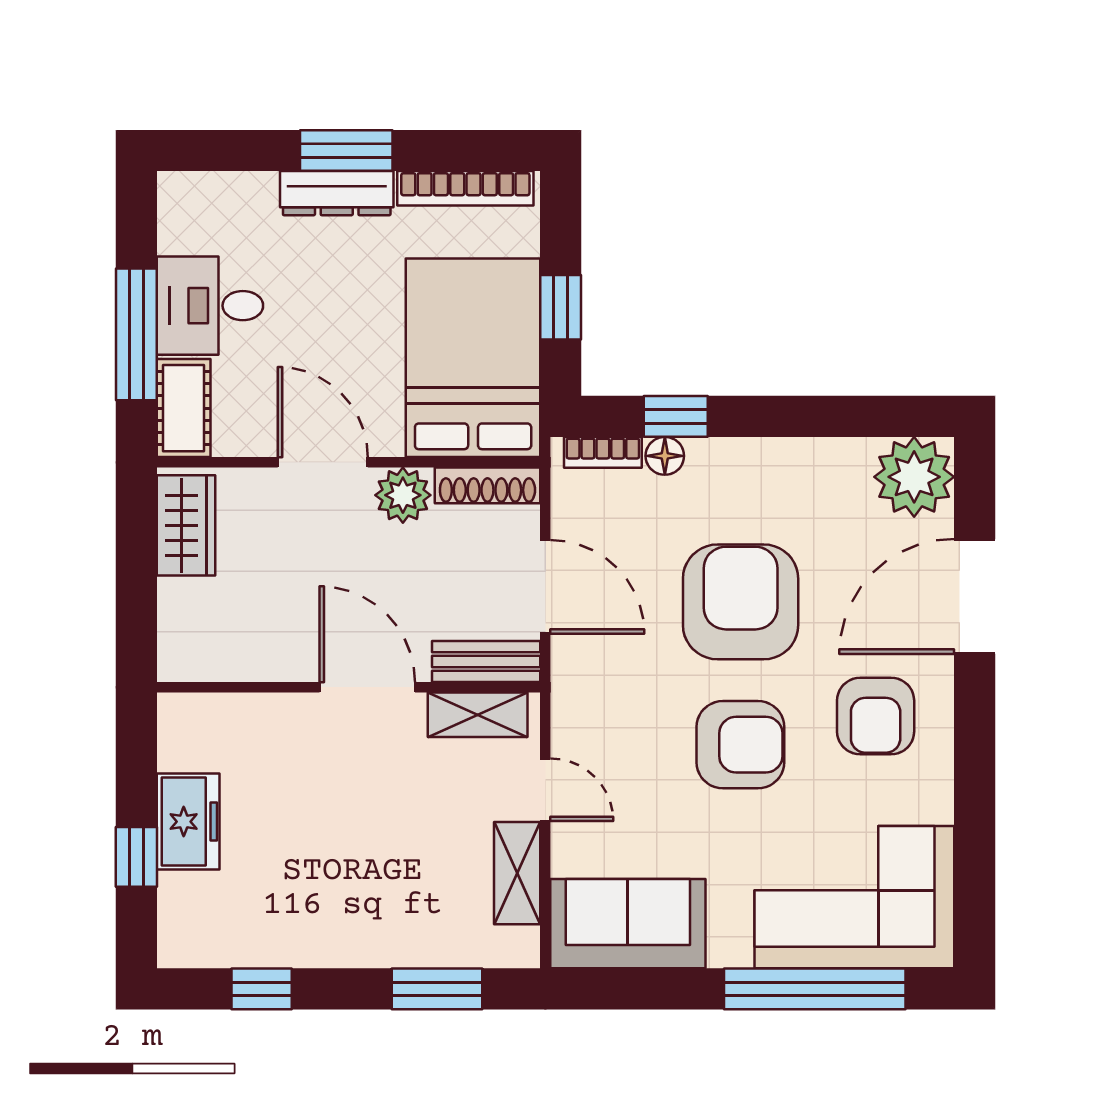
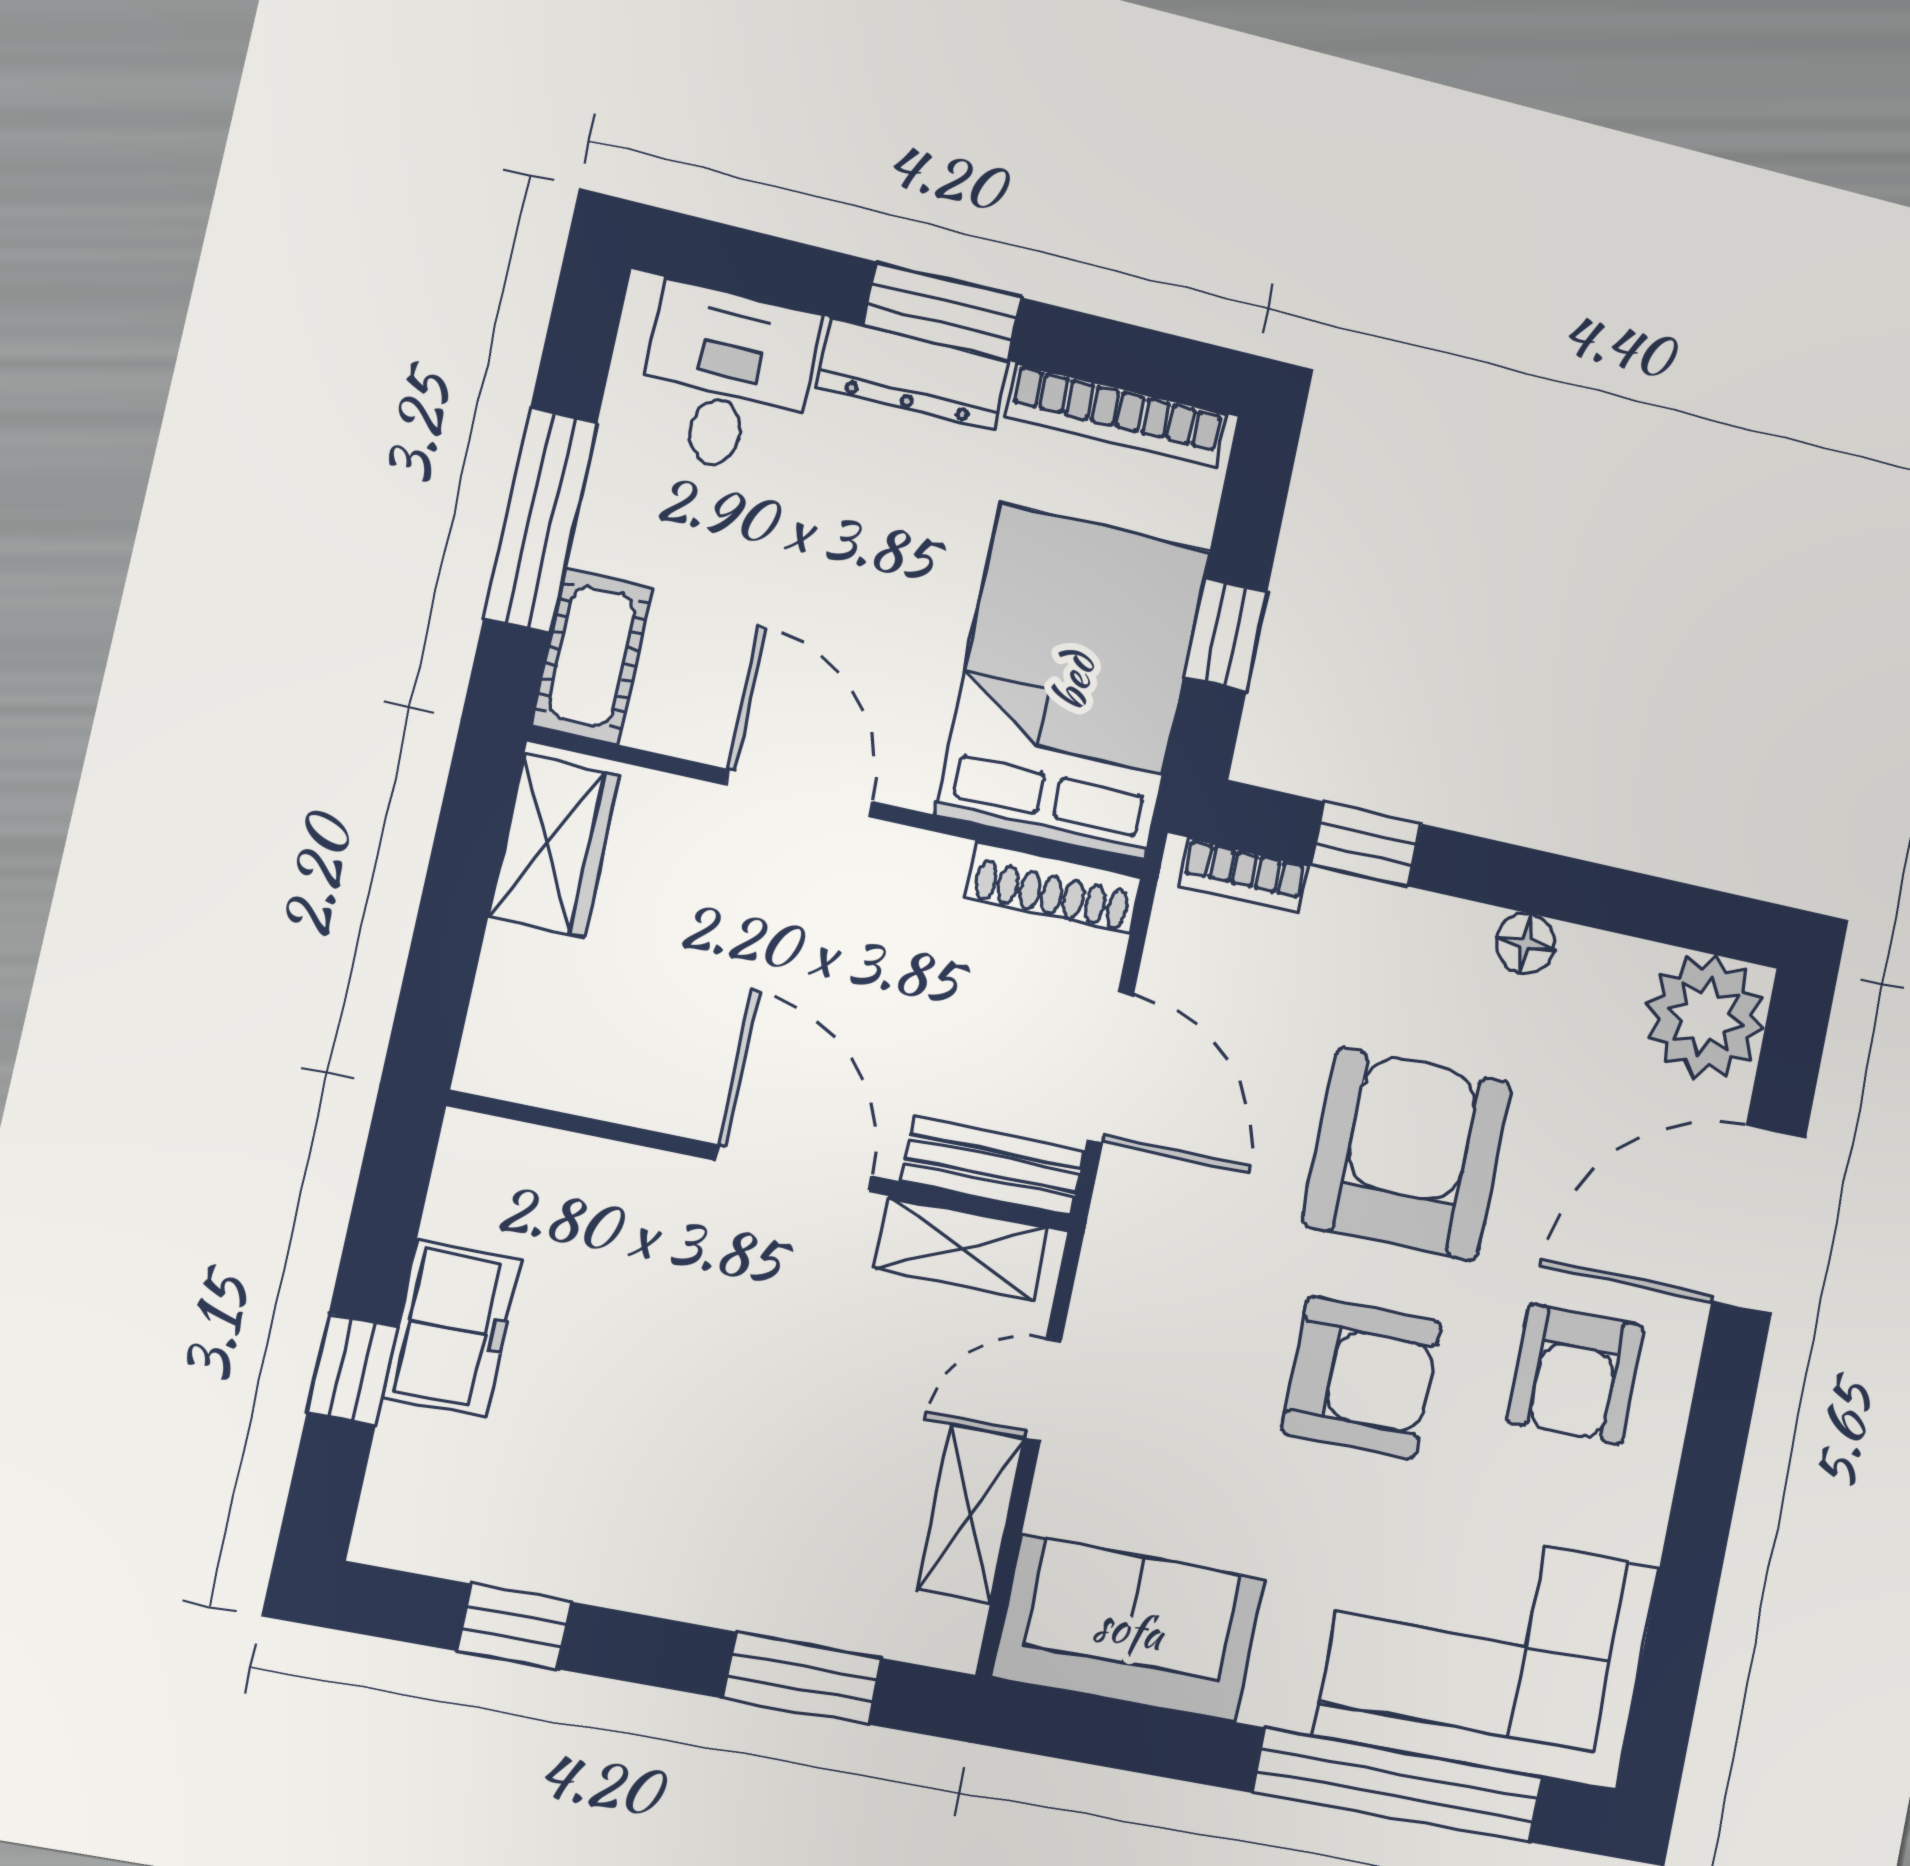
desk: (210, 306) -> (726, 380), moved, turned 90
floor lamp: (665, 456) -> (1525, 943), moved
plant: (403, 495) -> (916, 874), removed
door: (545, 790) -> (1043, 1389), swing flipped

